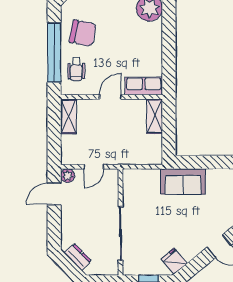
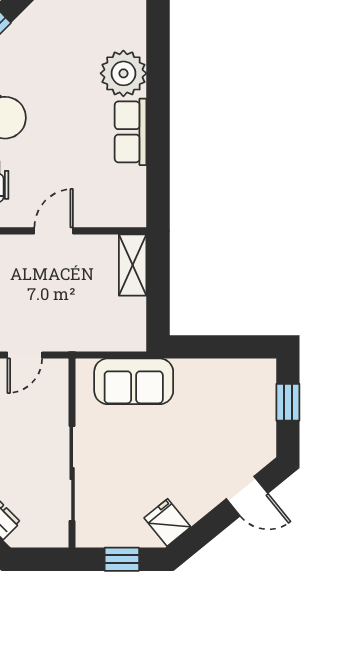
row of seats: (144, 86) -> (131, 132), moved, turned -90
sofa: (183, 182) -> (134, 381), moved

